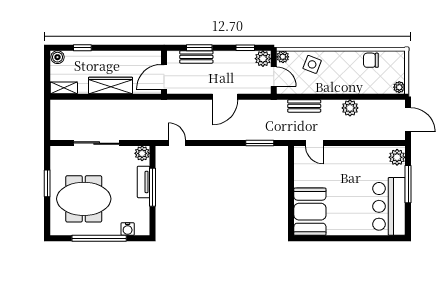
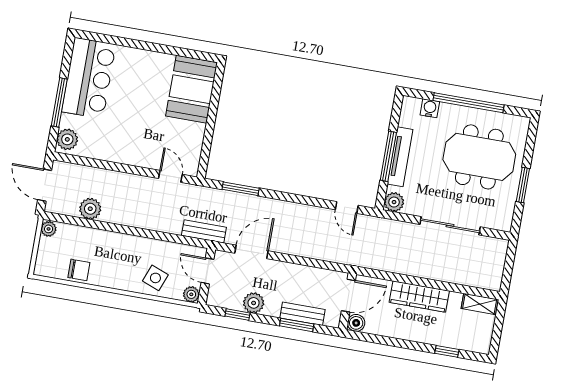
boiler: (57, 57) -> (356, 323), moved
plant: (263, 59) -> (254, 303), moved
door: (225, 97) -> (252, 252), moved
bench: (304, 106) -> (204, 231), moved
plant: (350, 108) -> (90, 209), moved
tv unit: (144, 182) -> (400, 157), width x1.41

